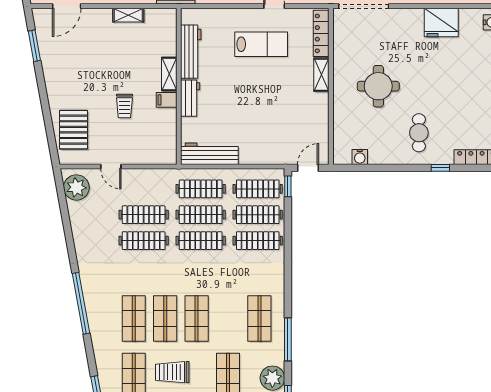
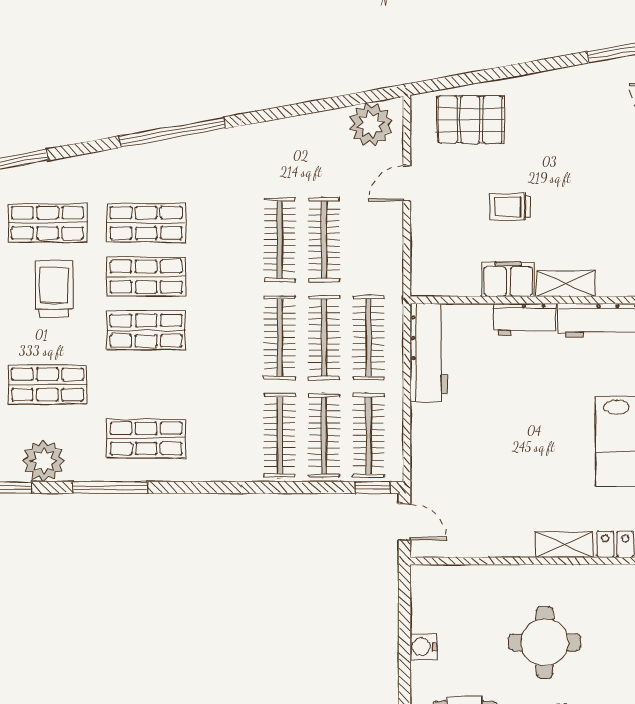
filing cabinet: (167, 100) -> (508, 279), width x2.00
water cooler: (360, 157) -> (423, 647), moved

